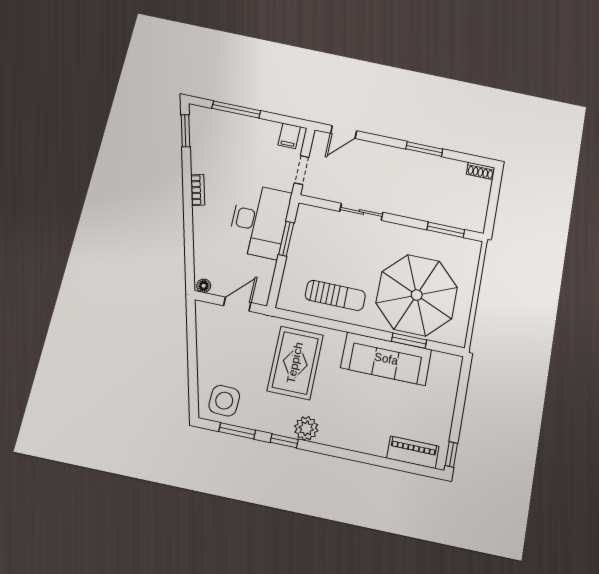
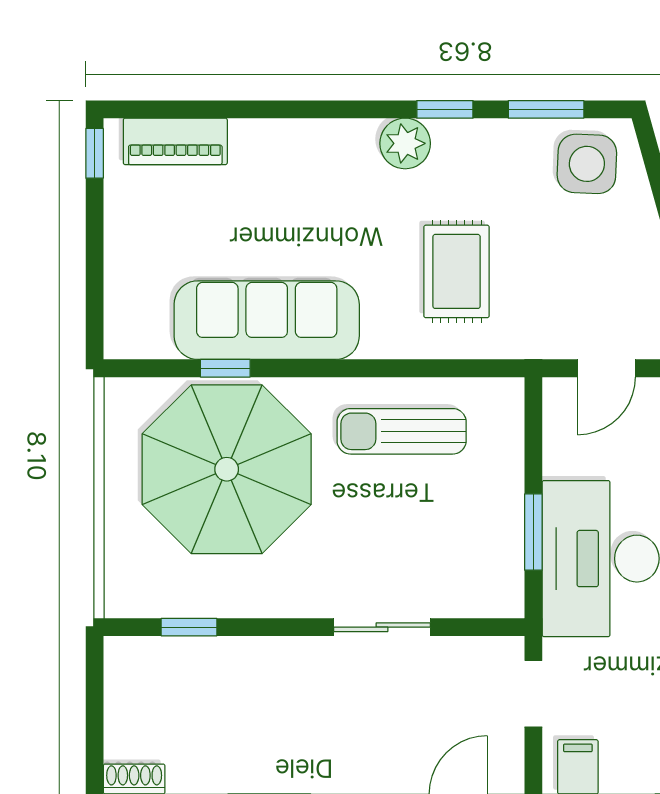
window: (446, 230) -> (189, 627), width x0.67
window: (409, 341) -> (225, 368), width x0.67
rug: (295, 363) -> (457, 271), width x0.73, depth x0.70

